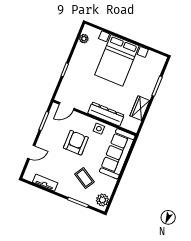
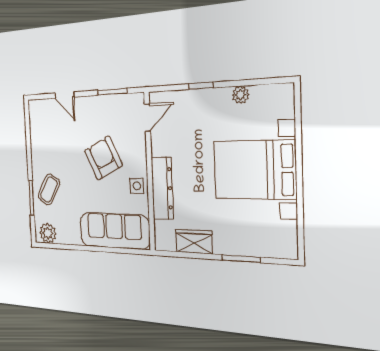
plant: (84, 39) -> (240, 95), moved
door: (67, 106) -> (147, 118), swing flipped
armchair: (76, 143) -> (103, 158), turned -116
coffee table: (84, 178) -> (49, 189), moved
tv unit: (45, 183) -> (36, 137), removed

